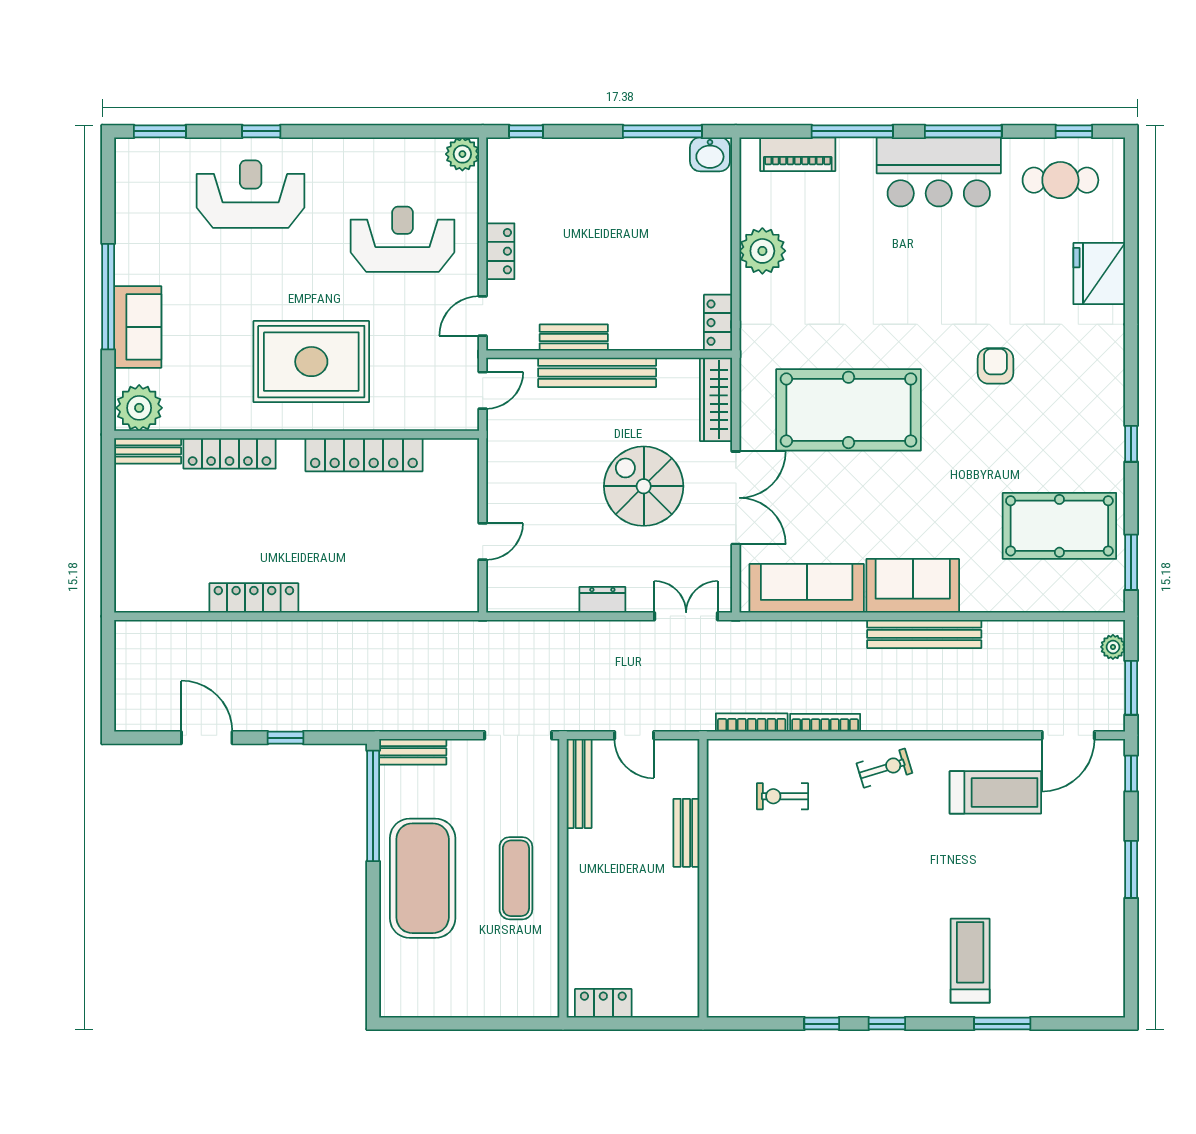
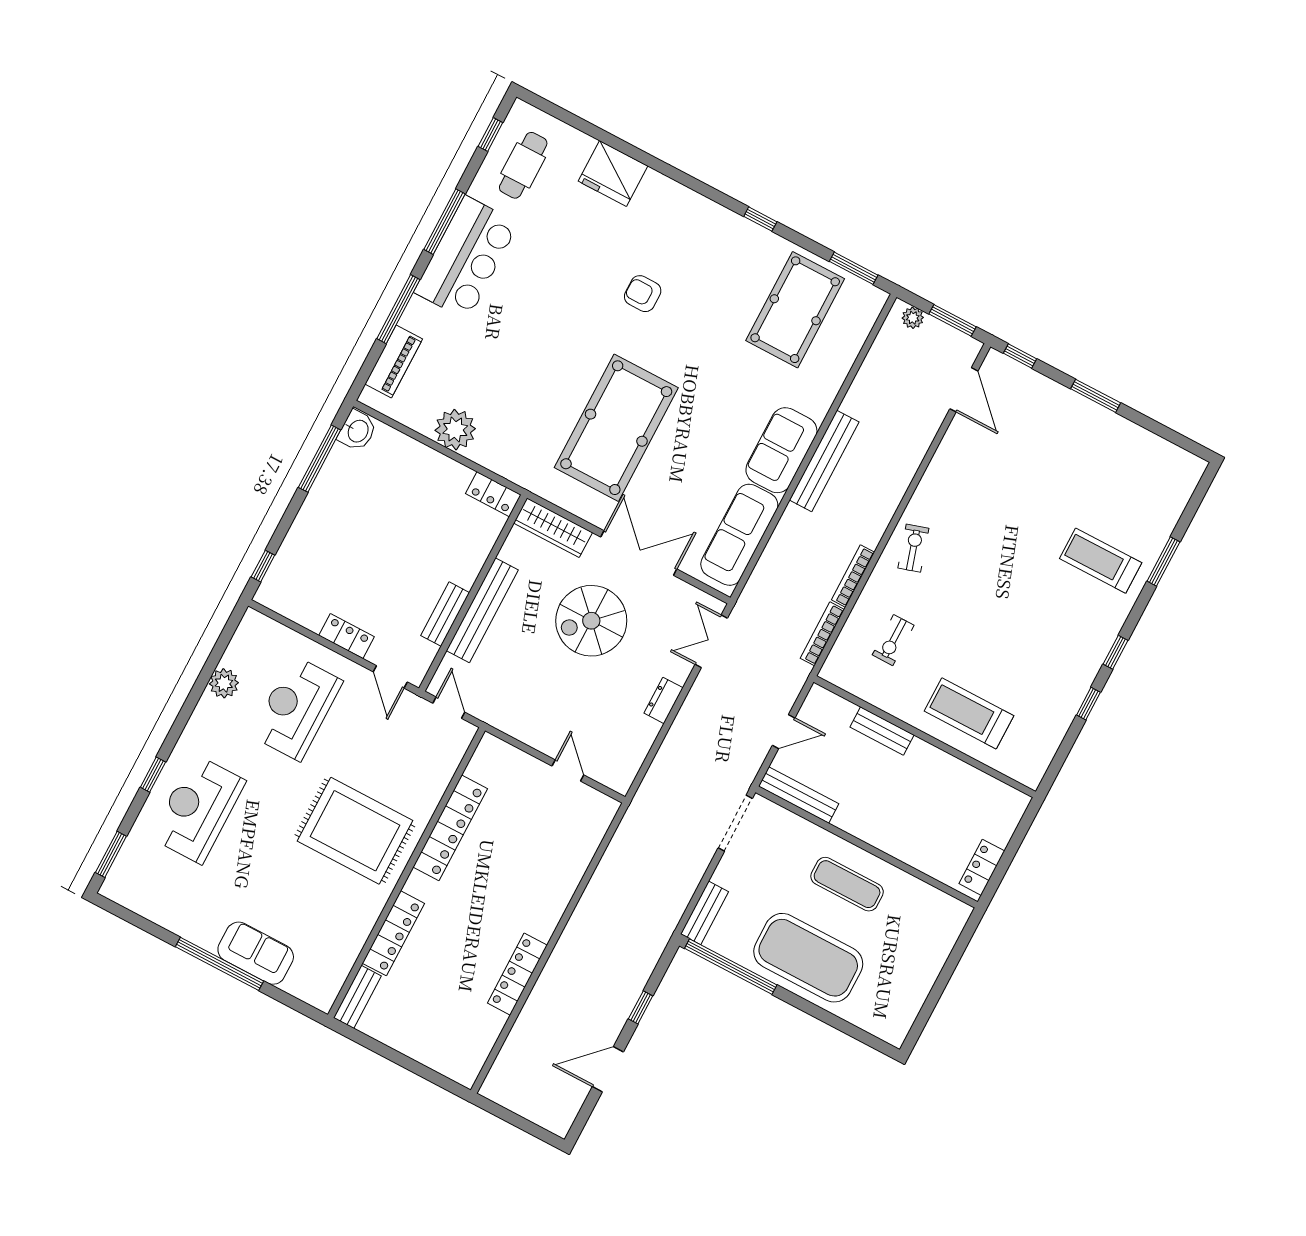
plant: (462, 154) -> (224, 683), moved
rug: (311, 362) -> (355, 831), turned 90
plant: (139, 408) -> (320, 986), removed
treadmill: (995, 792) -> (969, 713), moved, turned -90

